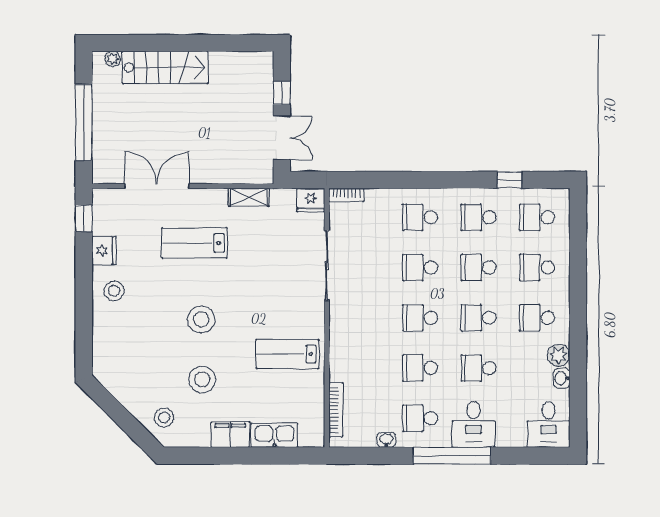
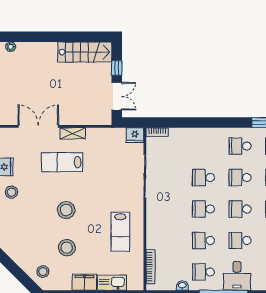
stairs: (165, 67) -> (85, 52), moved
shelving: (249, 197) -> (73, 133), moved
school desk: (420, 217) -> (203, 146), removed
lab bench: (288, 354) -> (120, 232), turned -90

